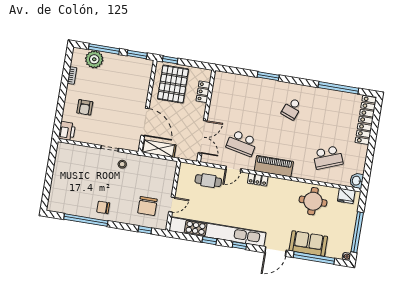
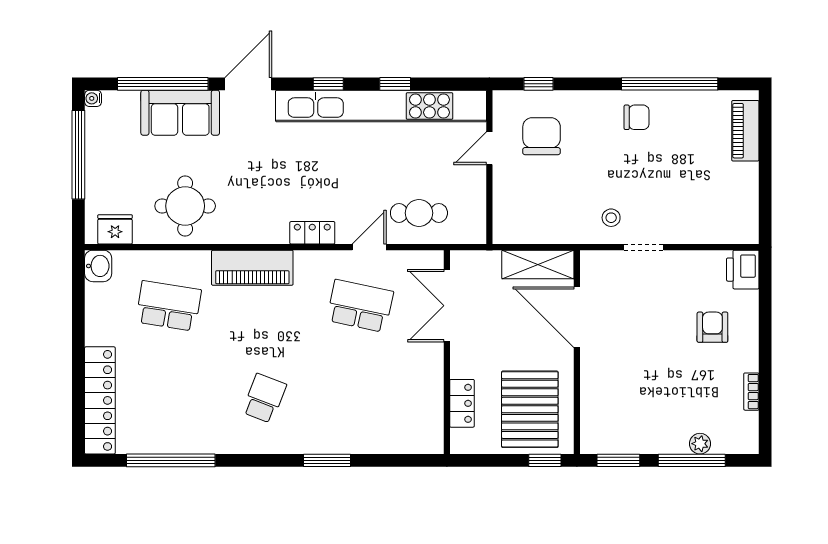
plant: (94, 59) -> (700, 444), width x0.53, depth x0.53
school desk: (328, 157) -> (169, 306), turned 30
piano: (274, 166) -> (252, 268), moved
piano: (55, 193) -> (745, 131), added

